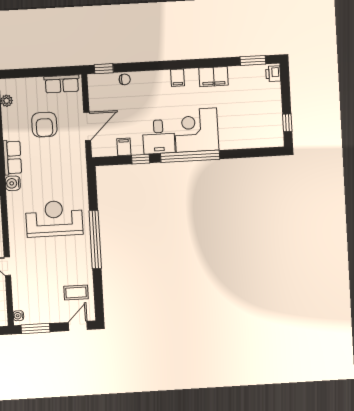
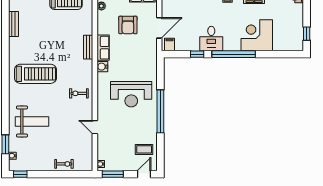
corner desk: (196, 130) -> (257, 35), moved
filing cabinet: (124, 147) -> (169, 45), moved
reception desk: (54, 219) -> (131, 94), turned 180

